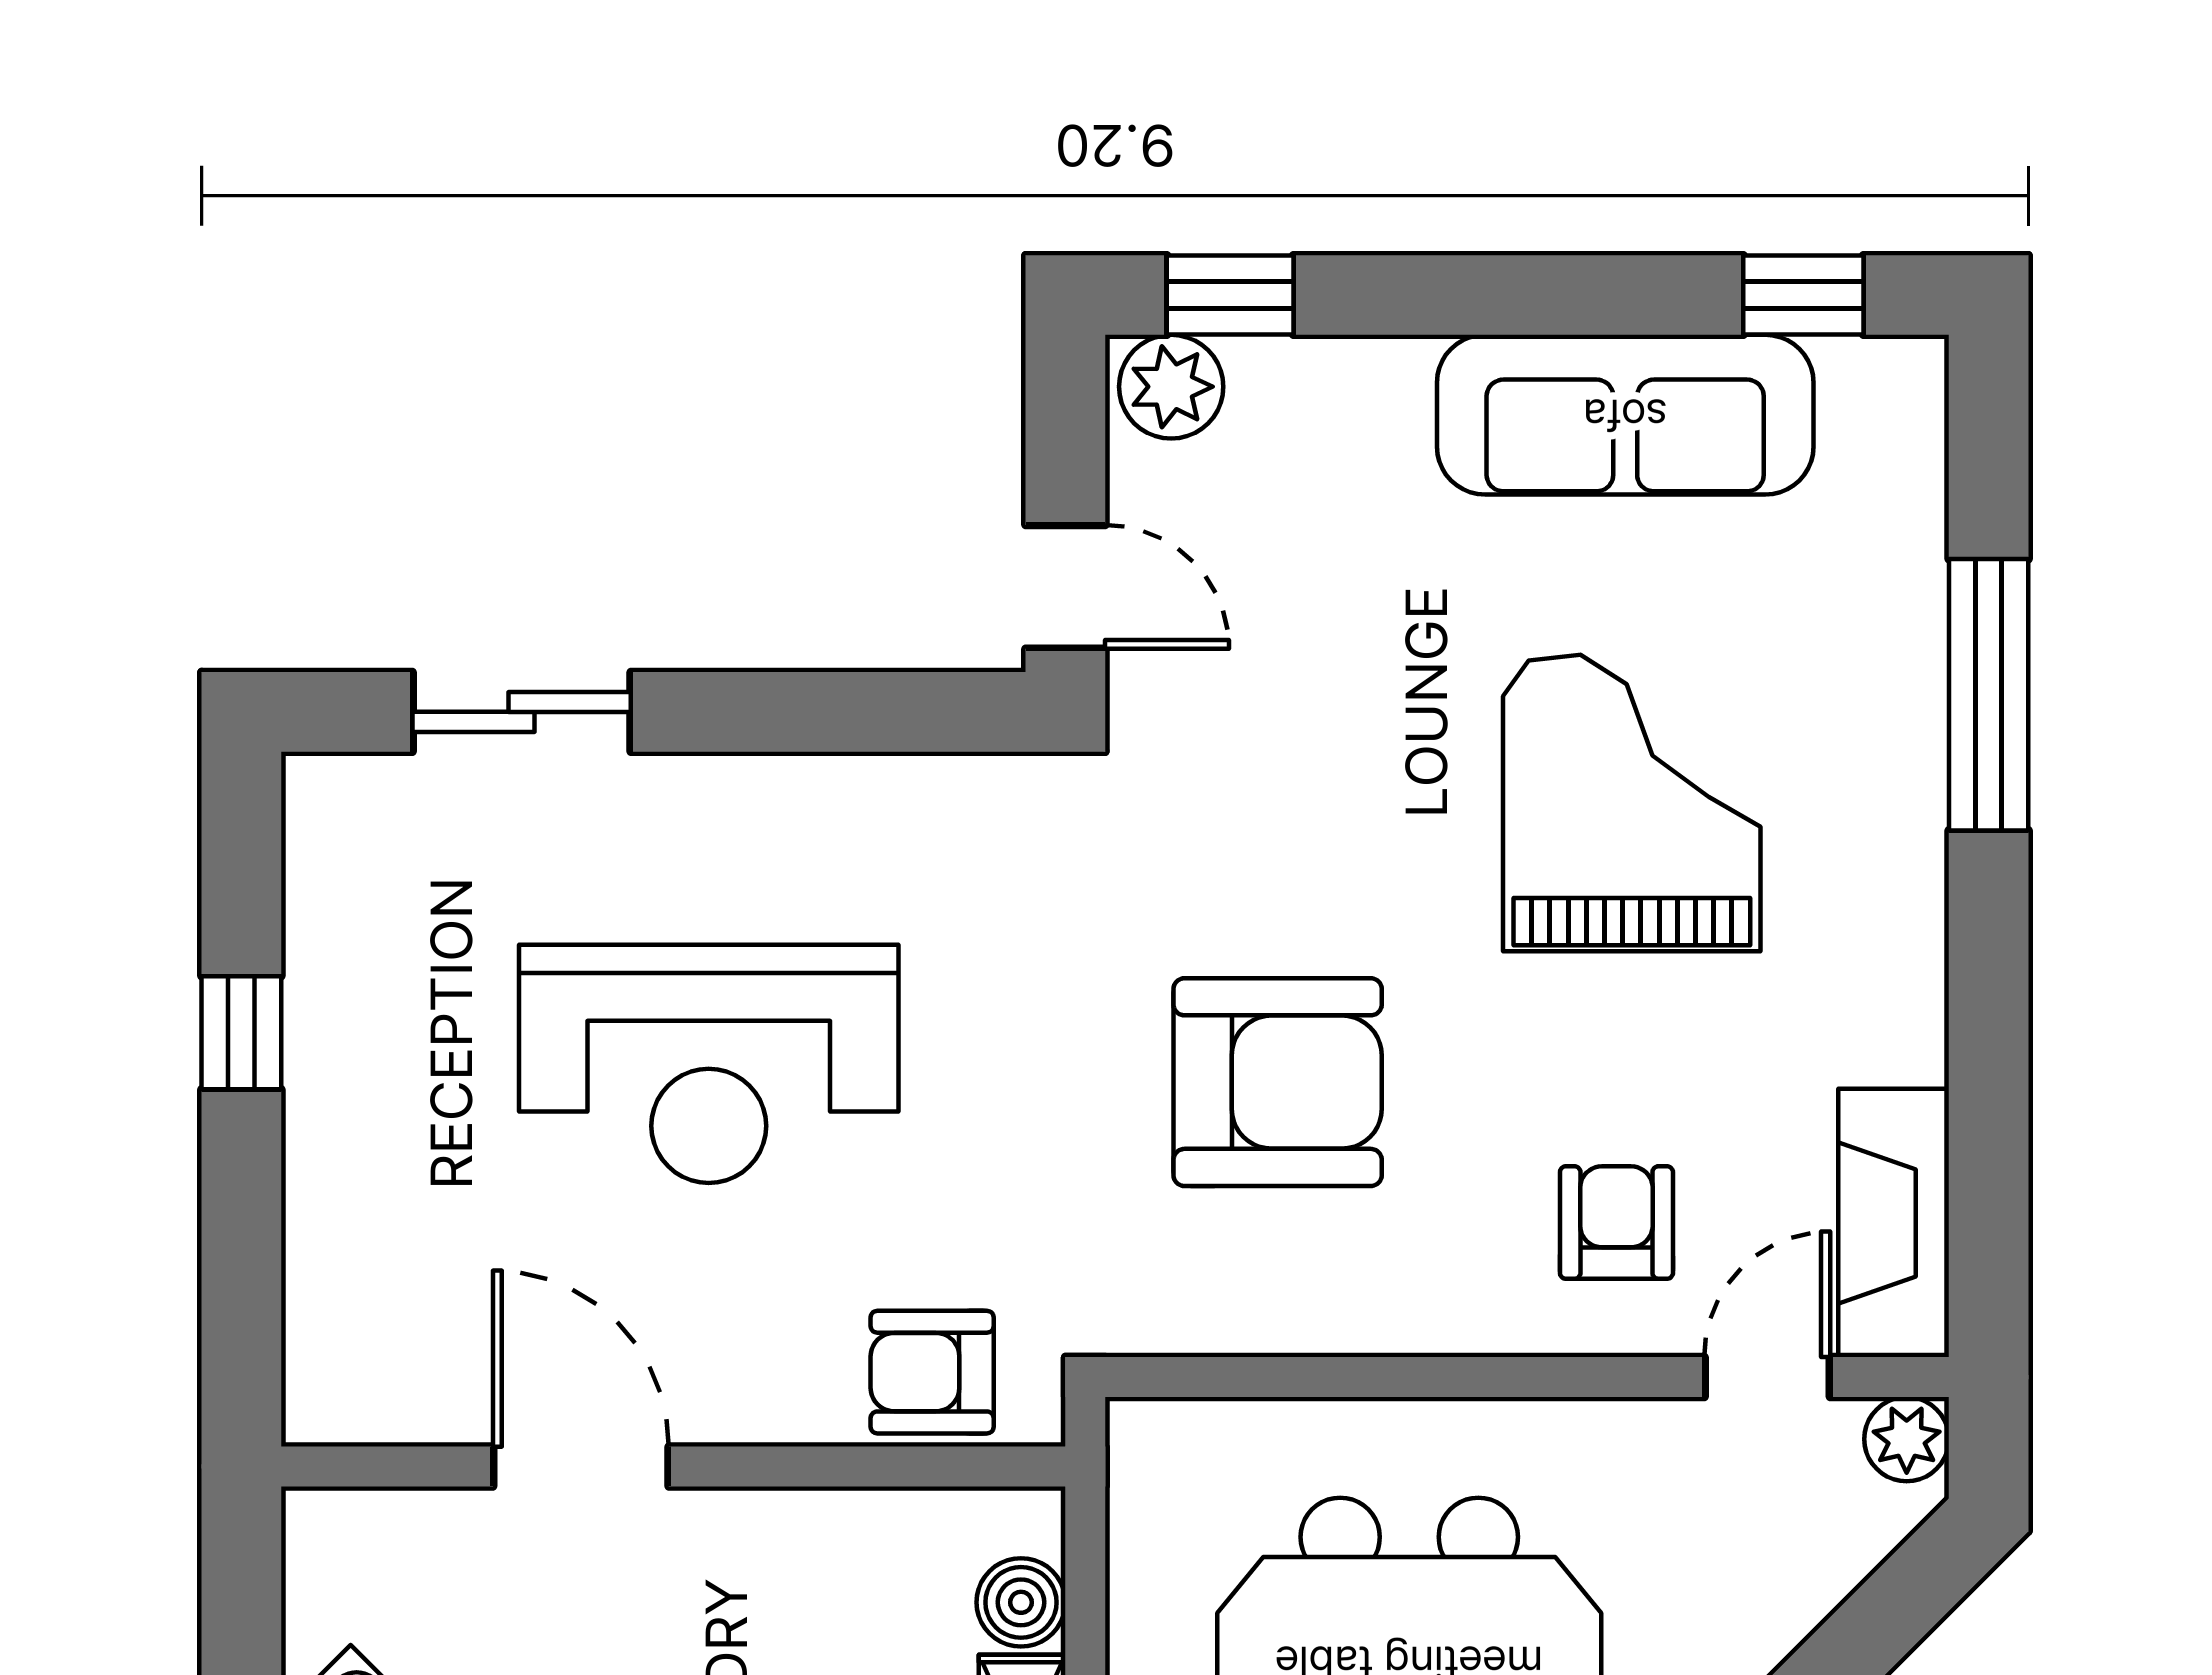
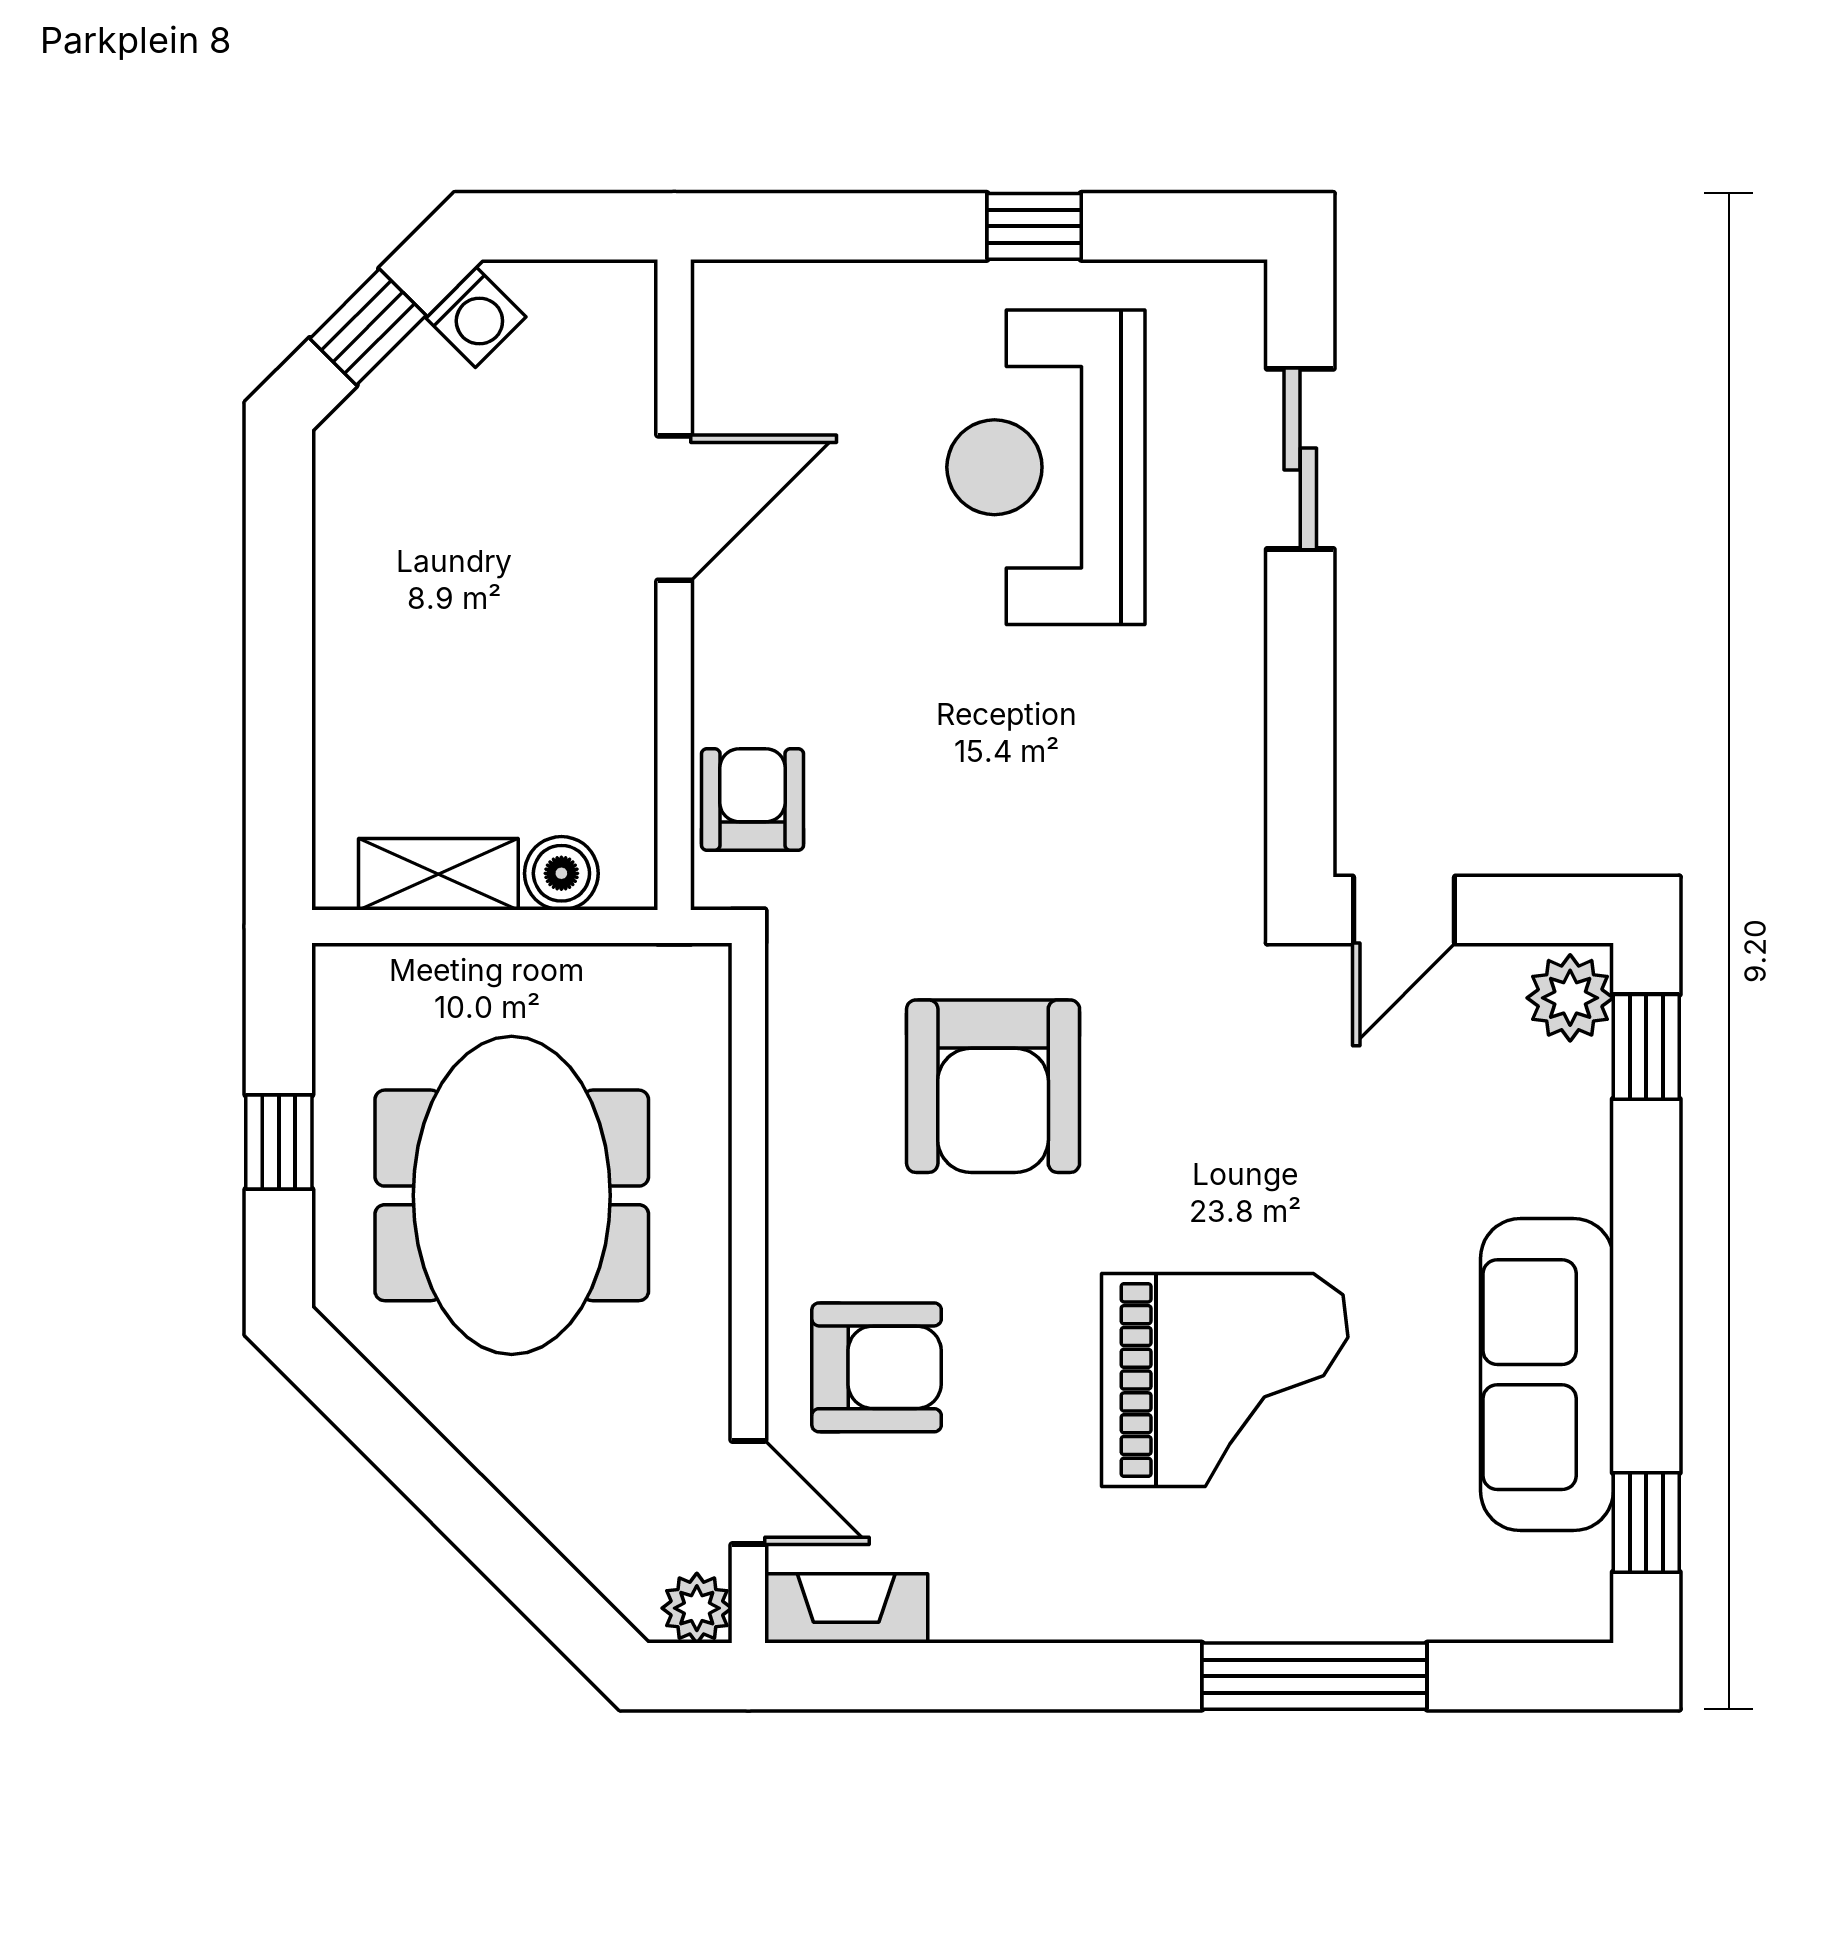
reception desk: (709, 1064) -> (1046, 467), moved
armchair: (1616, 1223) -> (877, 1367), width x1.38, depth x1.38
fireplace: (1894, 1223) -> (846, 1608), width x0.73, depth x0.76

